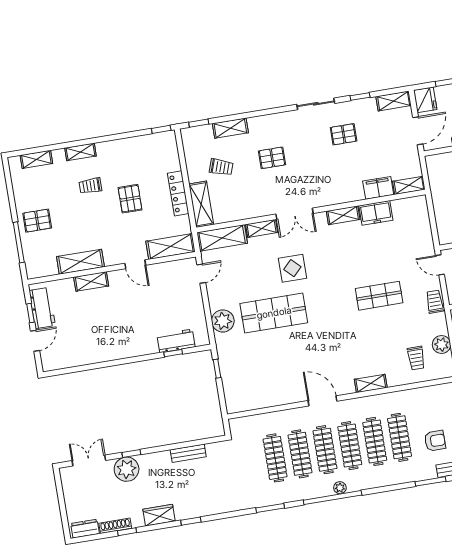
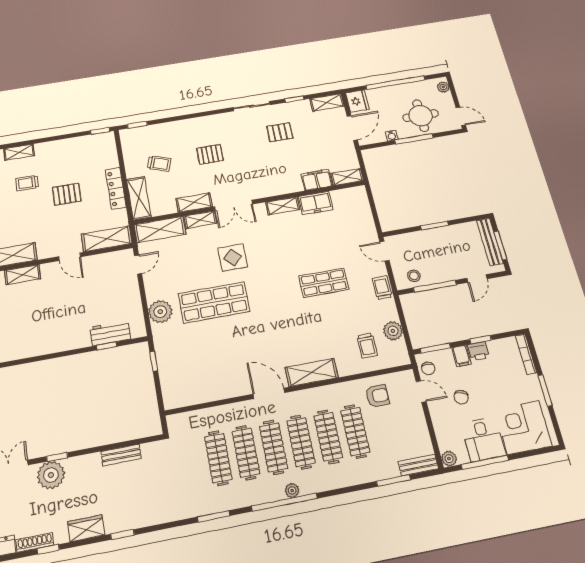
shelving: (230, 128) -> (194, 202), moved
pallet: (130, 199) -> (67, 194), turned 90
shelving: (371, 383) -> (312, 372), width x1.50, depth x1.33
armchair: (435, 441) -> (377, 396), moved

